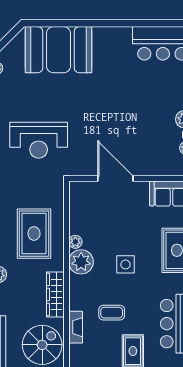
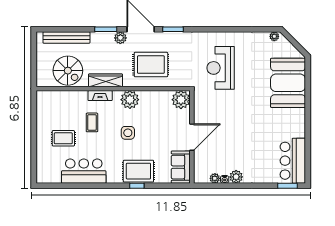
door: (115, 179) -> (192, 137), moved
plant: (75, 242) -> (181, 100), moved, width x1.88, depth x1.88
fireplace: (76, 327) -> (100, 96), moved

